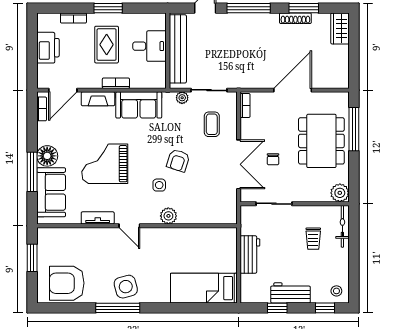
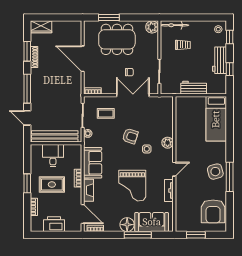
window: (354, 129) -> (109, 18), width x0.69

